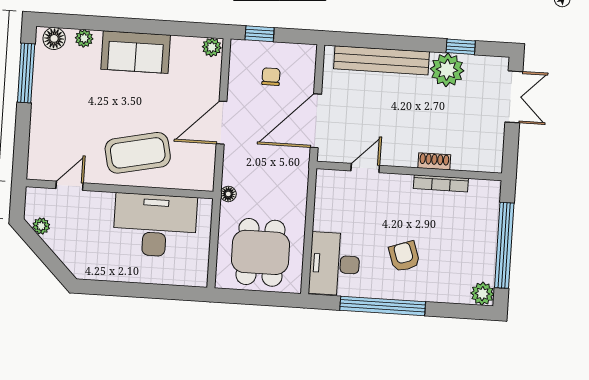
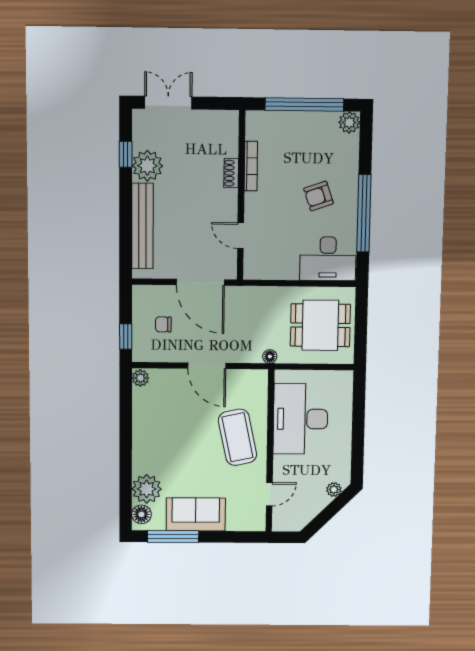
plant: (84, 38) -> (147, 489), width x1.88, depth x1.88
sofa: (136, 52) -> (196, 514), moved, turned -90
door: (70, 186) -> (269, 494), swing flipped
plant: (41, 226) -> (334, 490), moved

